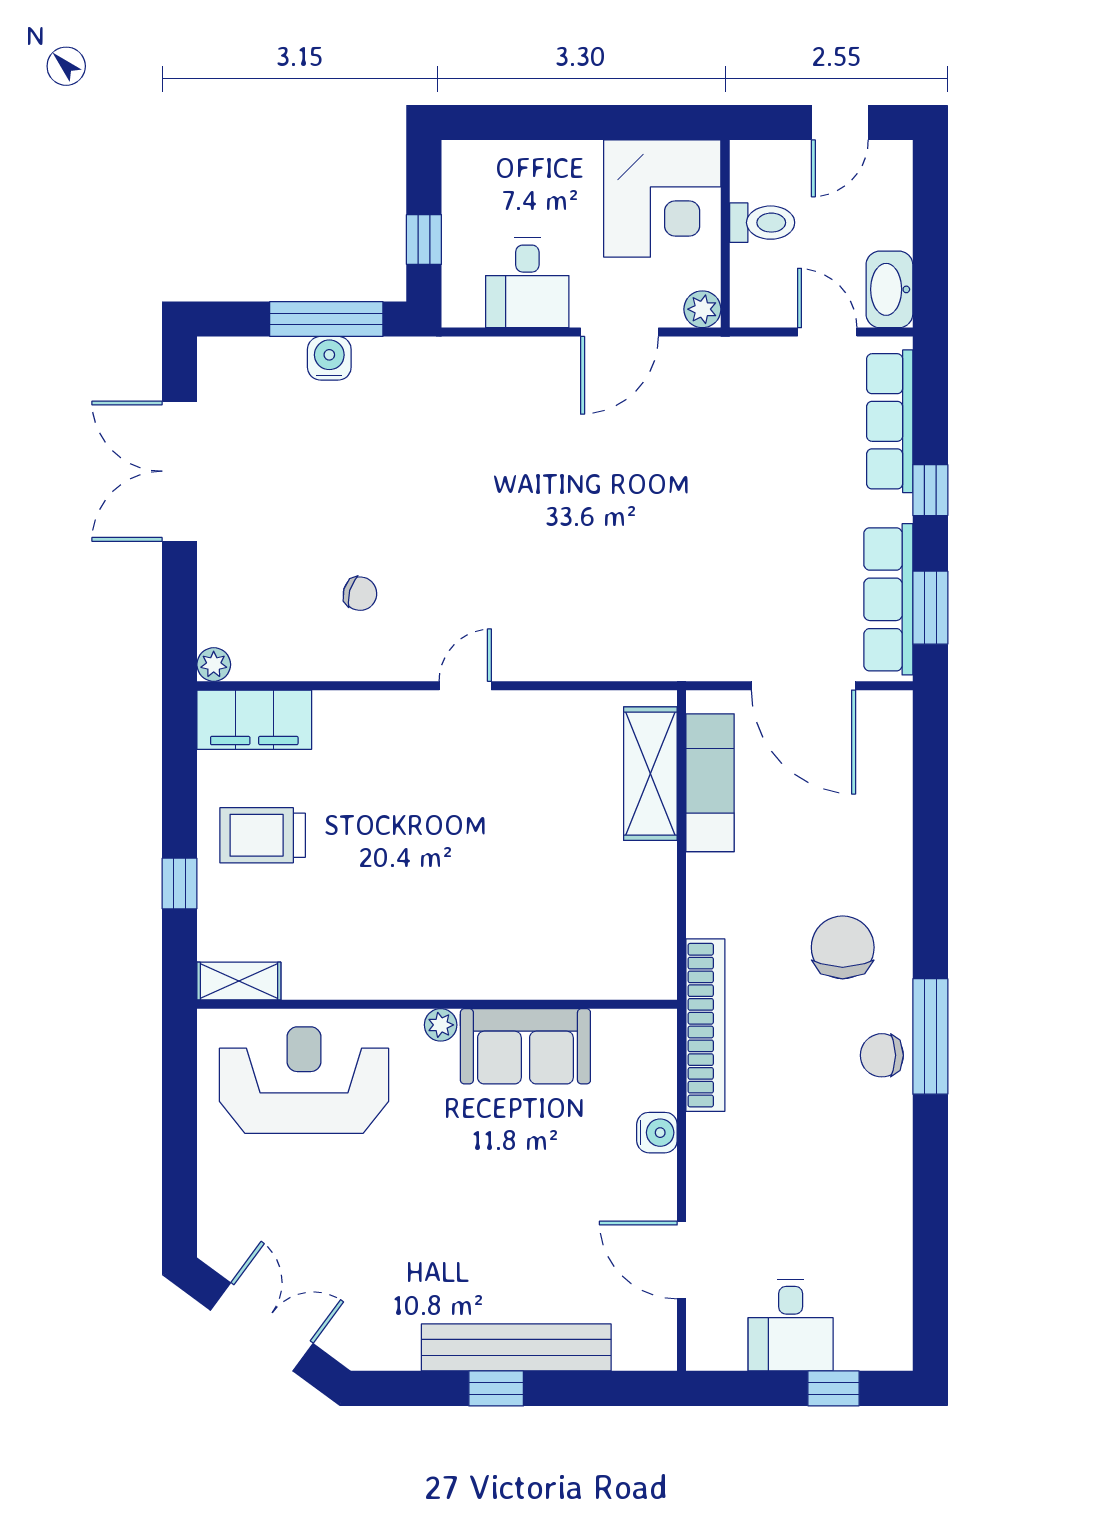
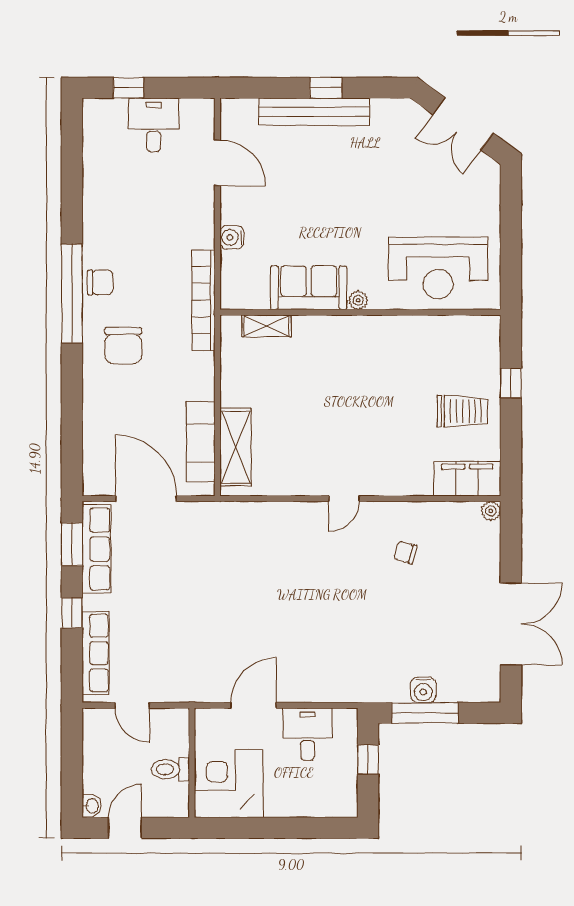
washbasin: (889, 289) -> (92, 806), moved, width x0.52, depth x0.69
plant: (702, 309) -> (205, 719), removed
shelving: (239, 981) -> (266, 326), moved
window: (930, 1036) -> (72, 293), width x1.46

